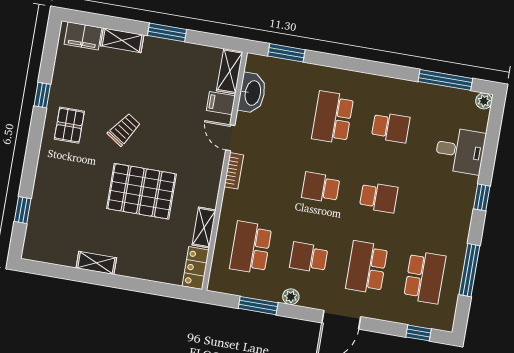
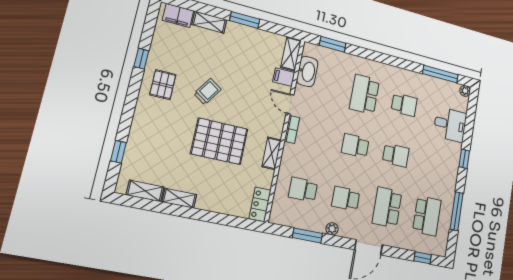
shelving: (204, 227) -> (272, 153), moved
school desk: (251, 248) -> (303, 190), width x0.54
shelving: (56, 255) -> (145, 191), added

